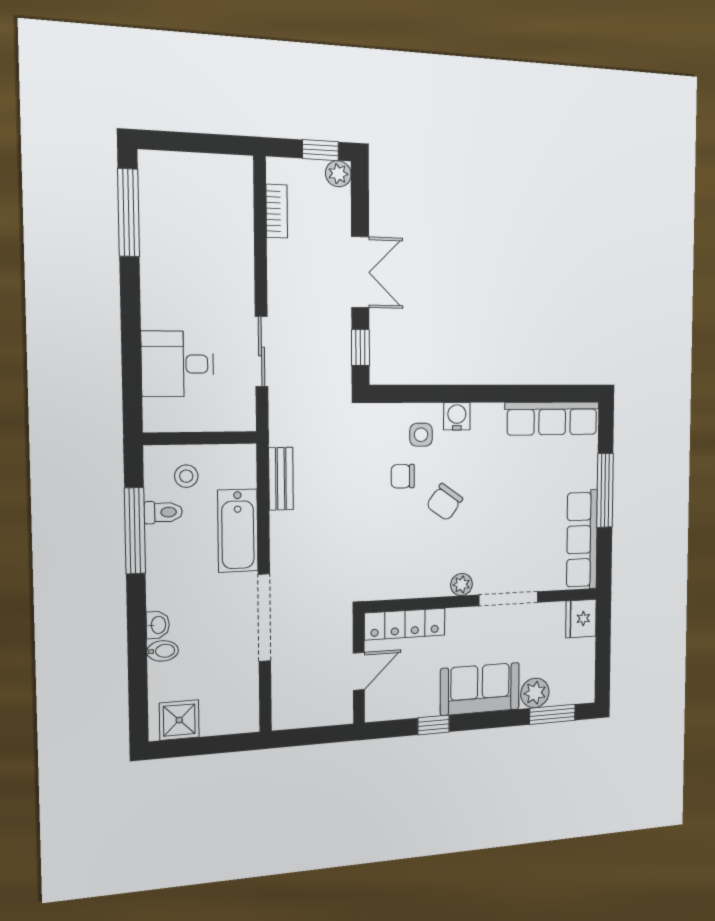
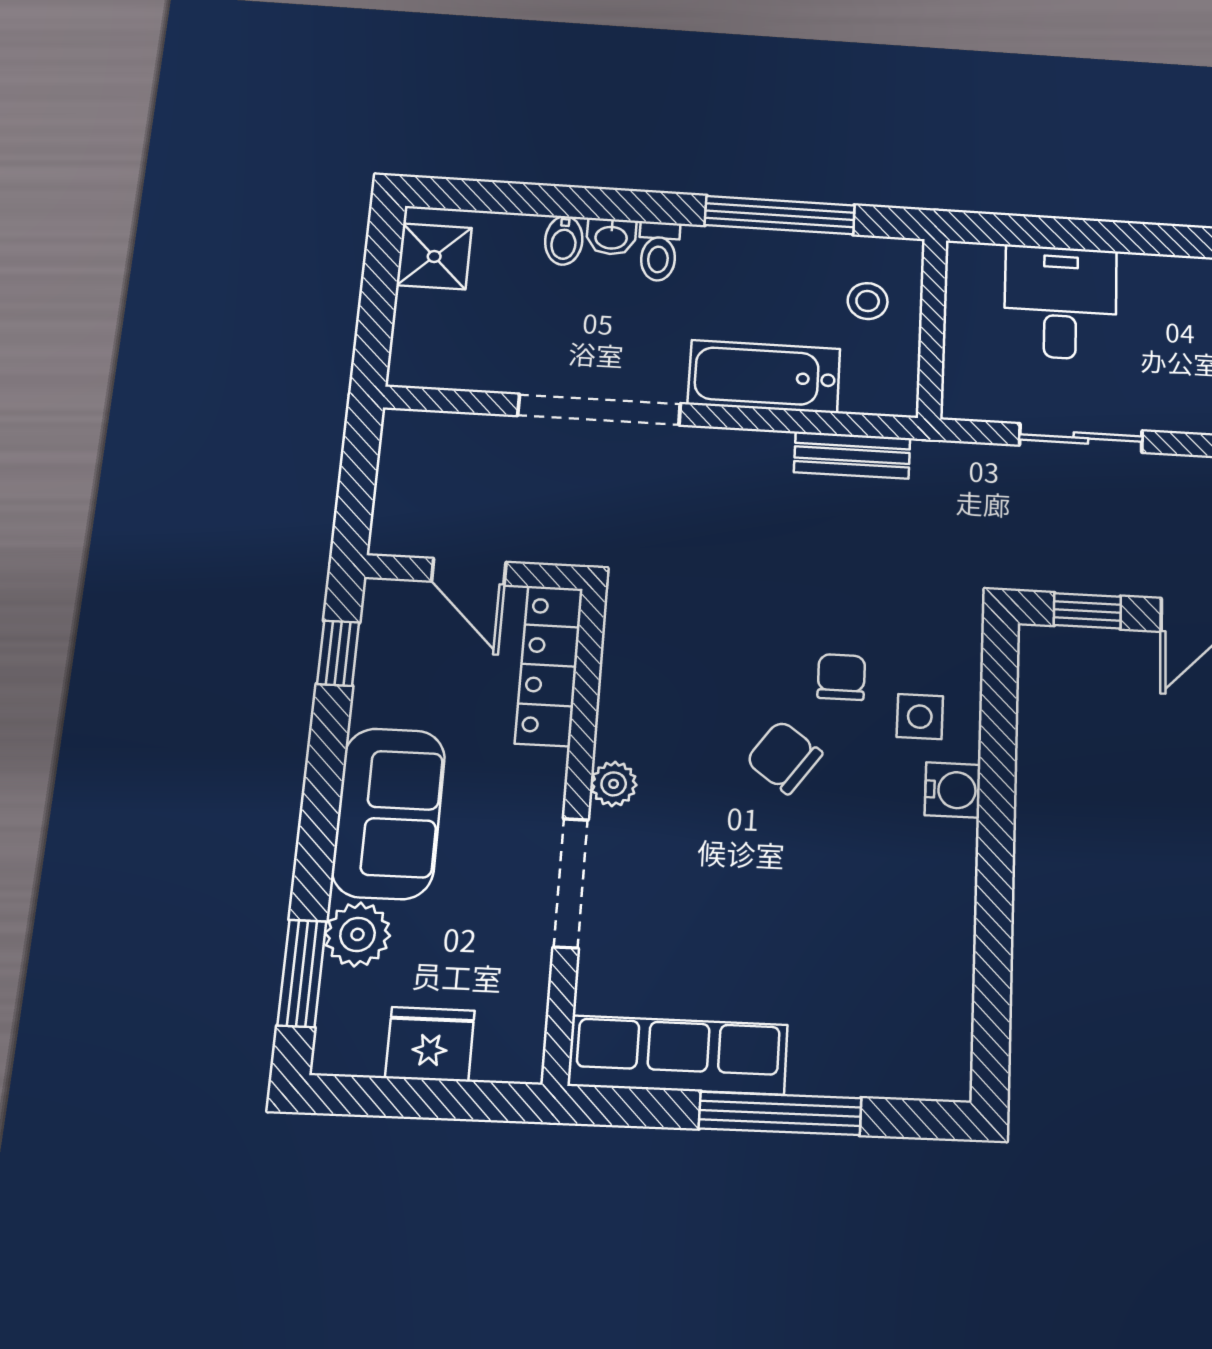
row of seats: (552, 418) -> (940, 994), removed
toilet: (163, 512) -> (659, 251), moved
fridge: (581, 619) -> (430, 1044), moved
window: (434, 725) -> (338, 653), moved

